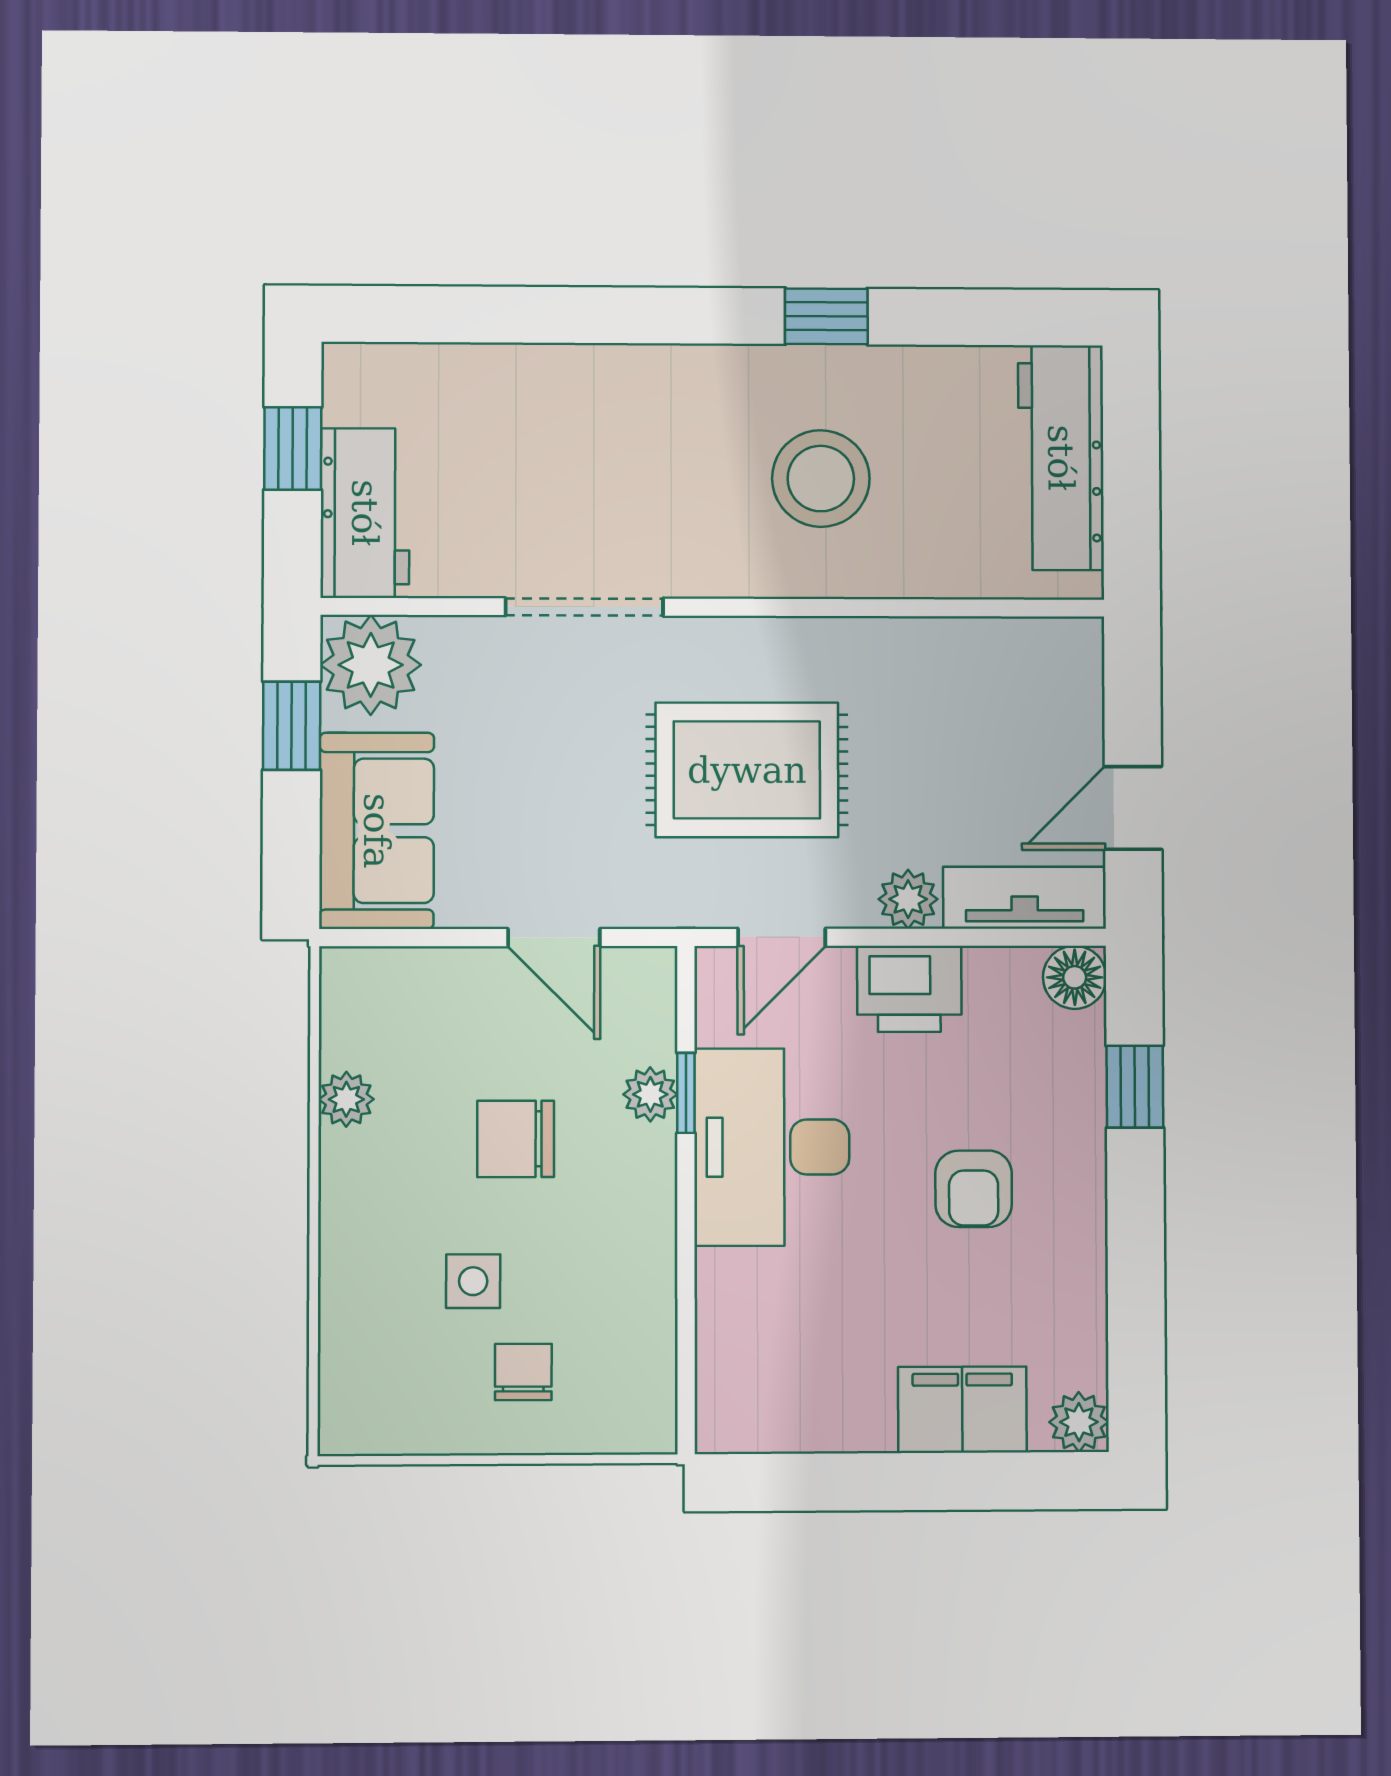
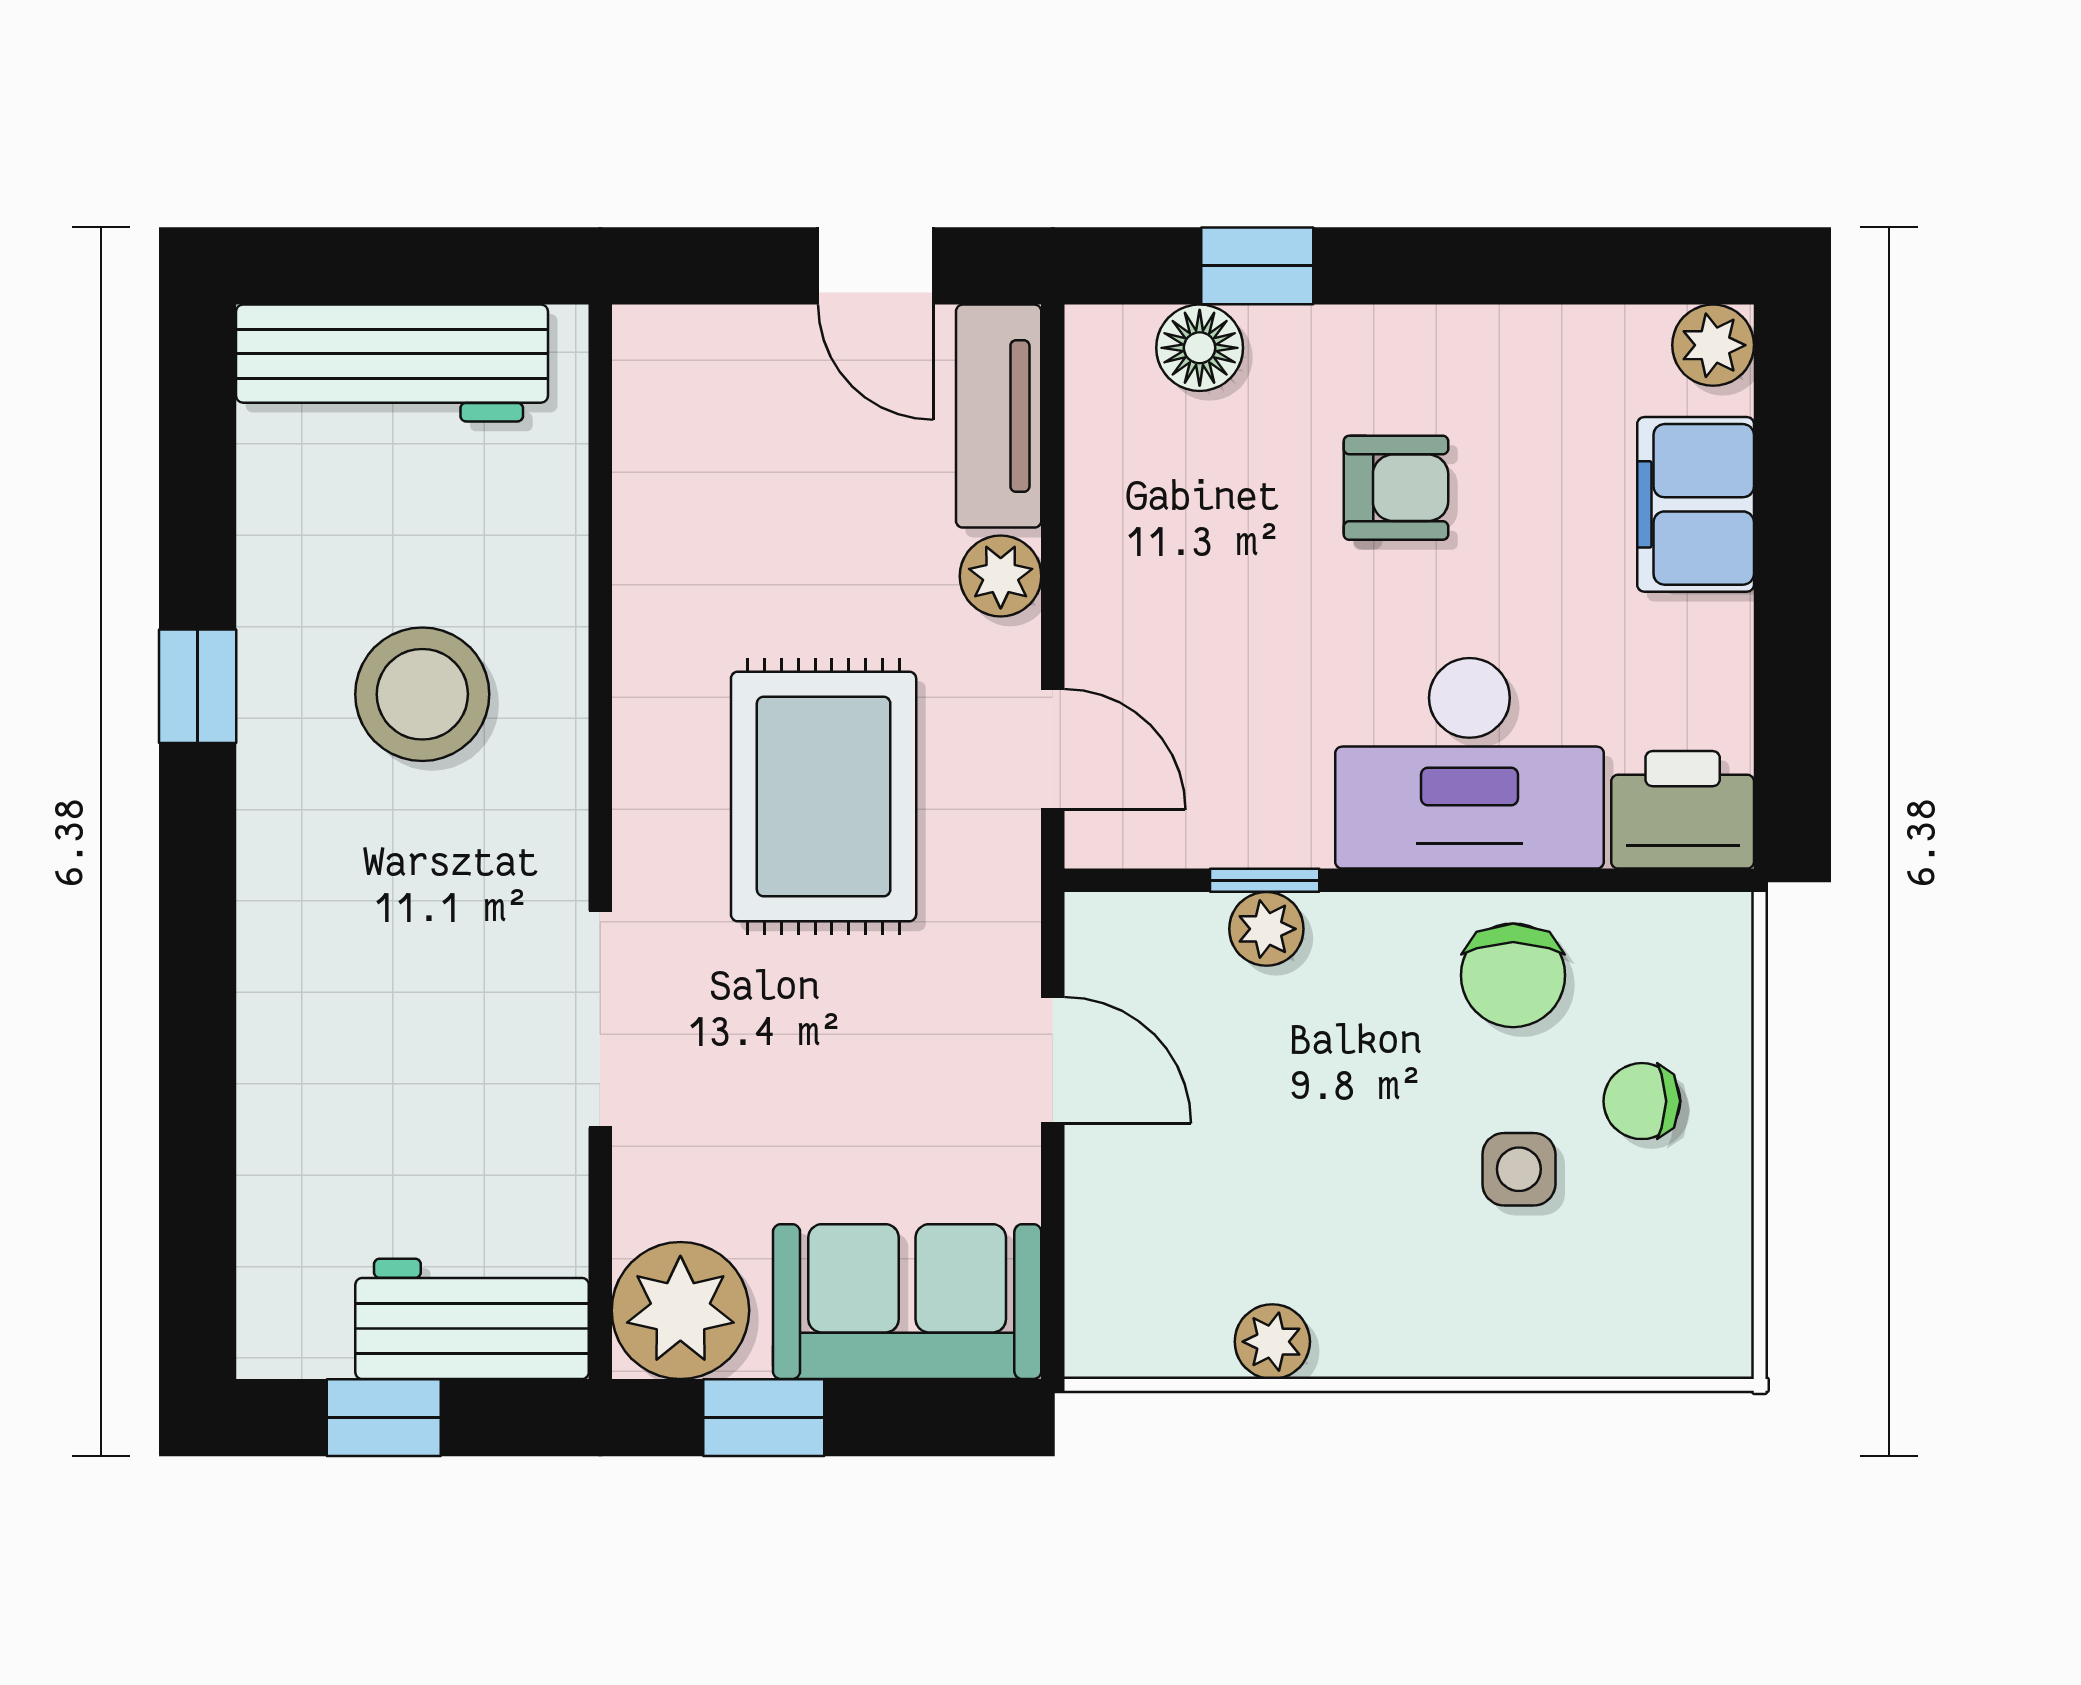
door: (554, 938) -> (1053, 1060), hinge flipped
floor lamp: (1075, 977) -> (1200, 348), moved
printer: (909, 989) -> (1683, 810), moved, turned -90
chair: (516, 1139) -> (1513, 975), moved
desk: (772, 1147) -> (1469, 763), moved

